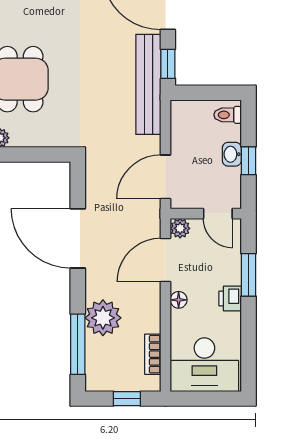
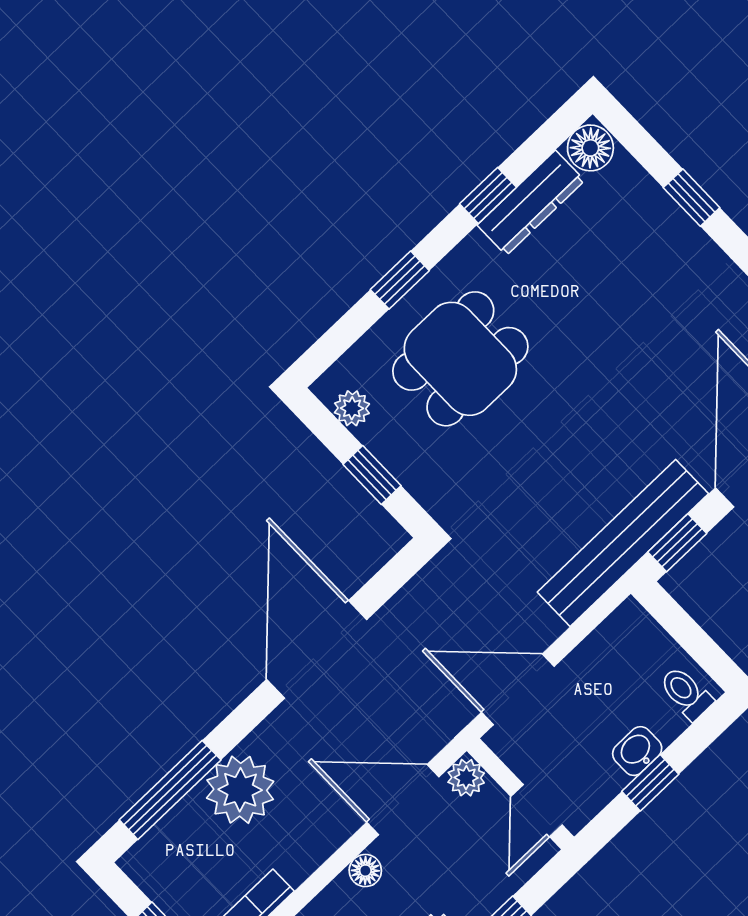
window: (32, 154) -> (372, 475), added

